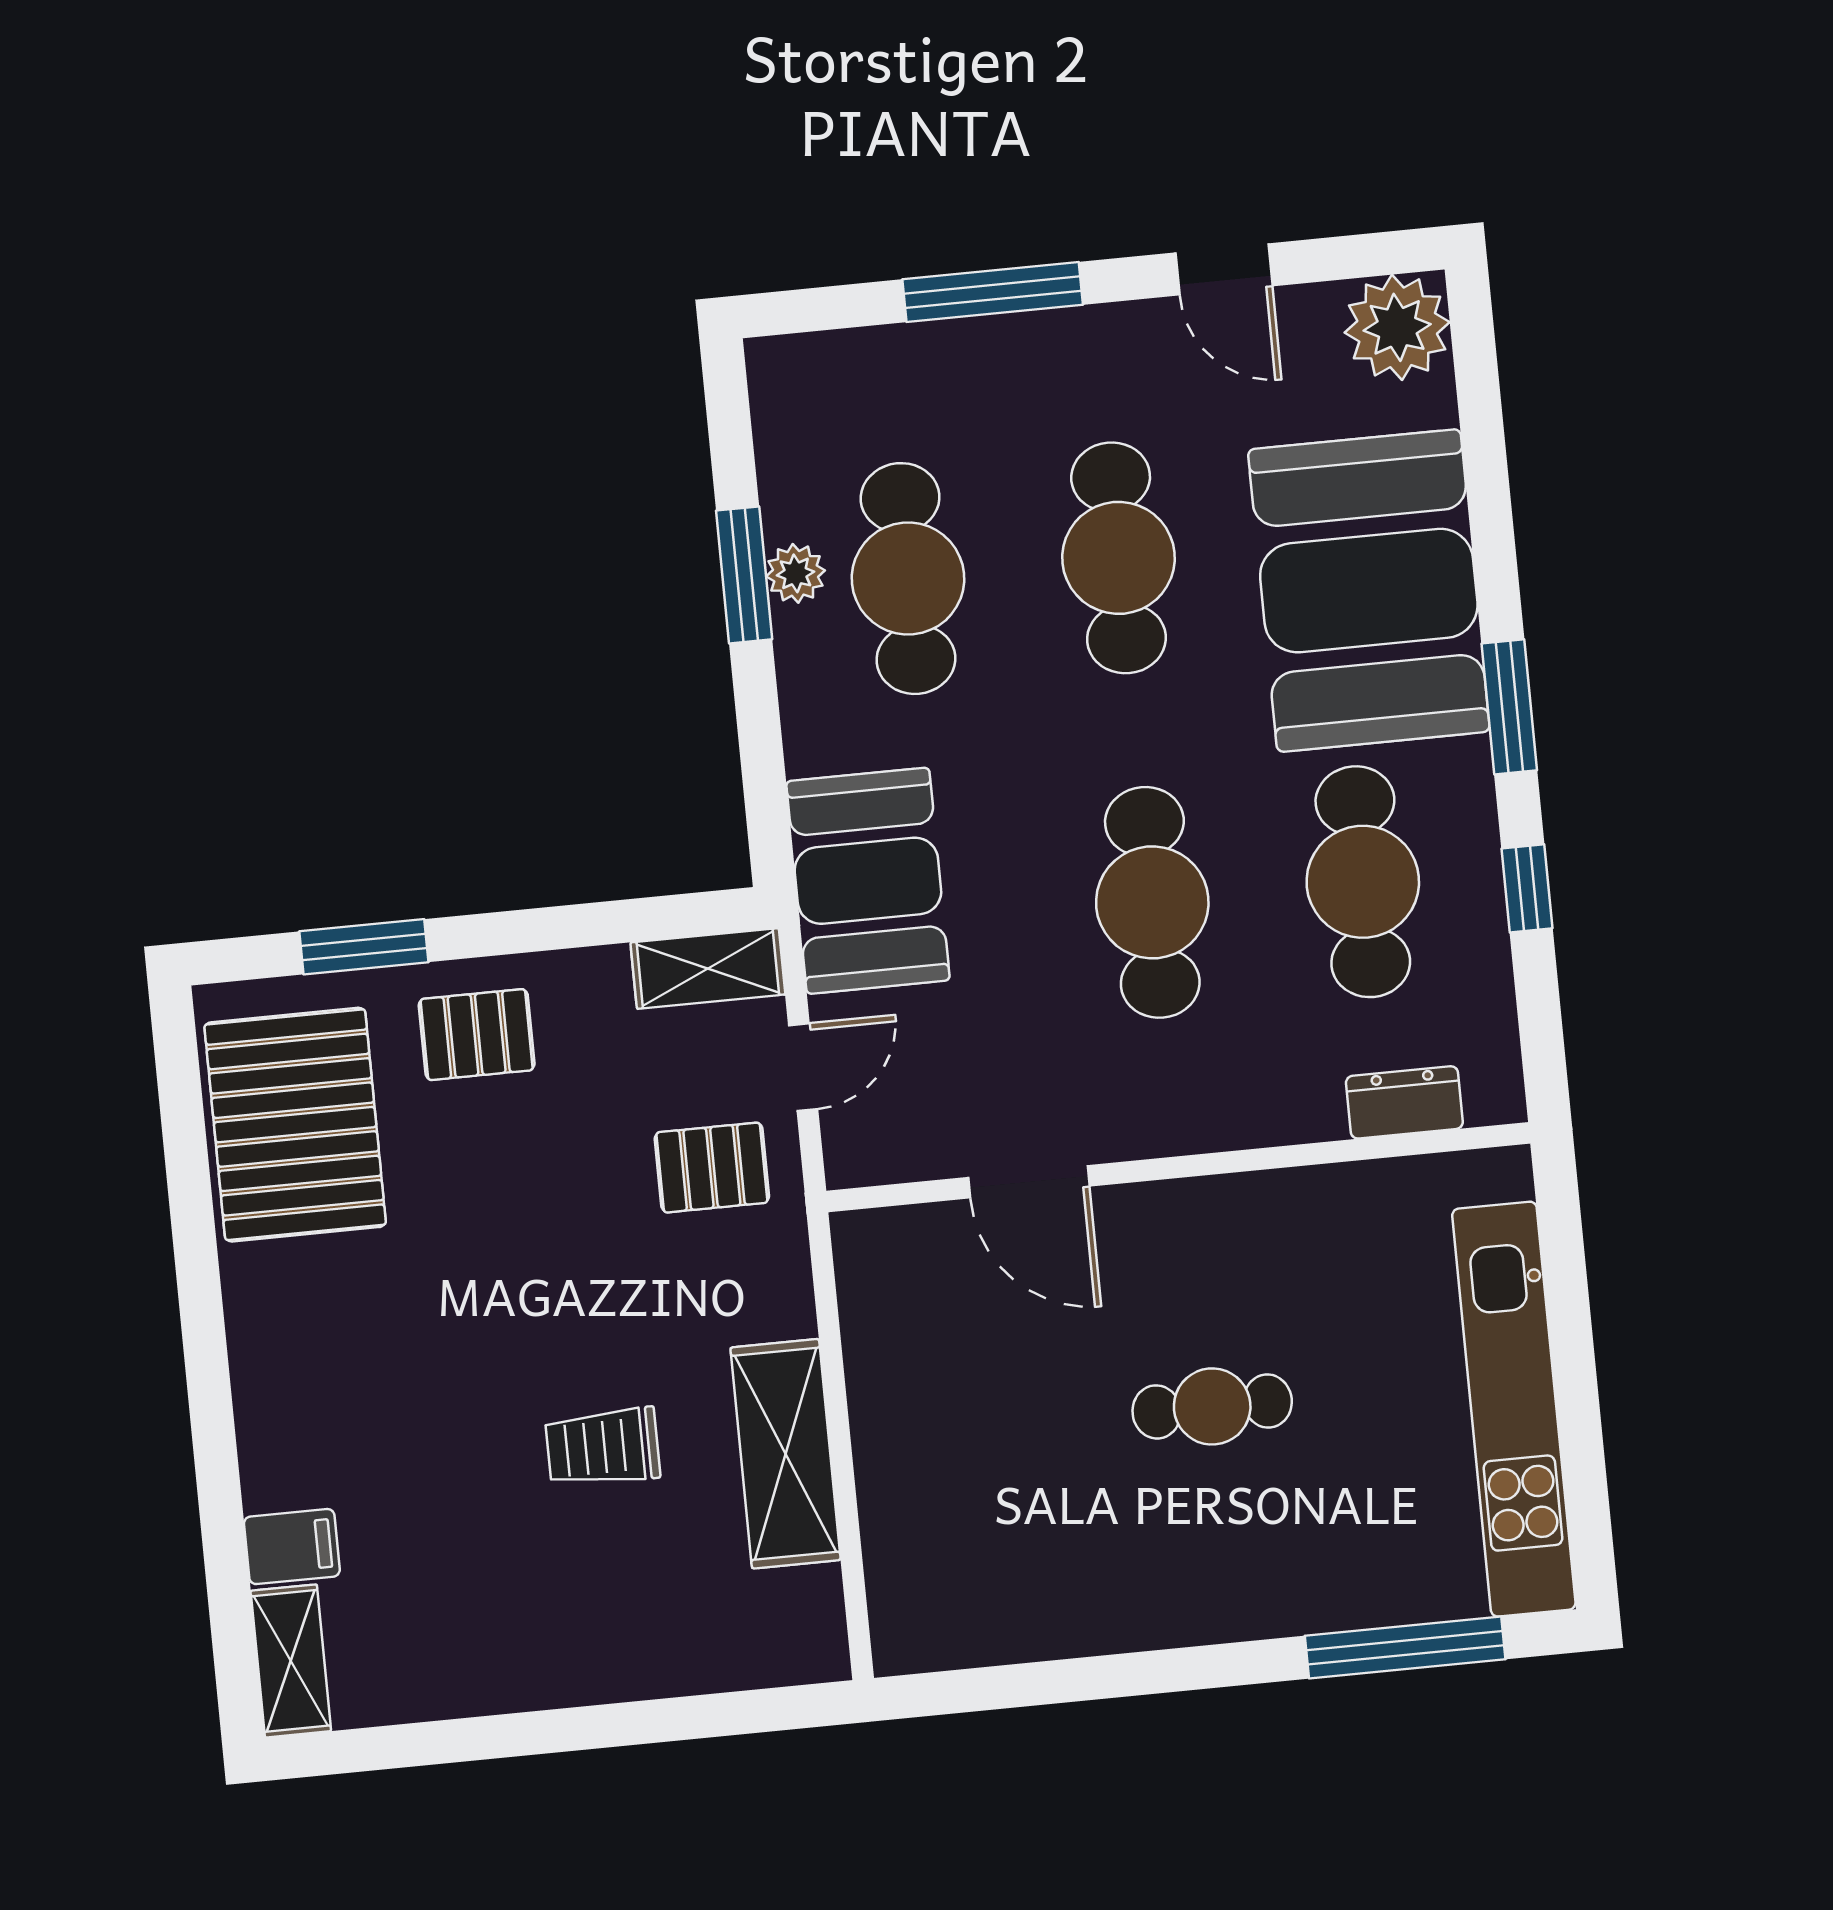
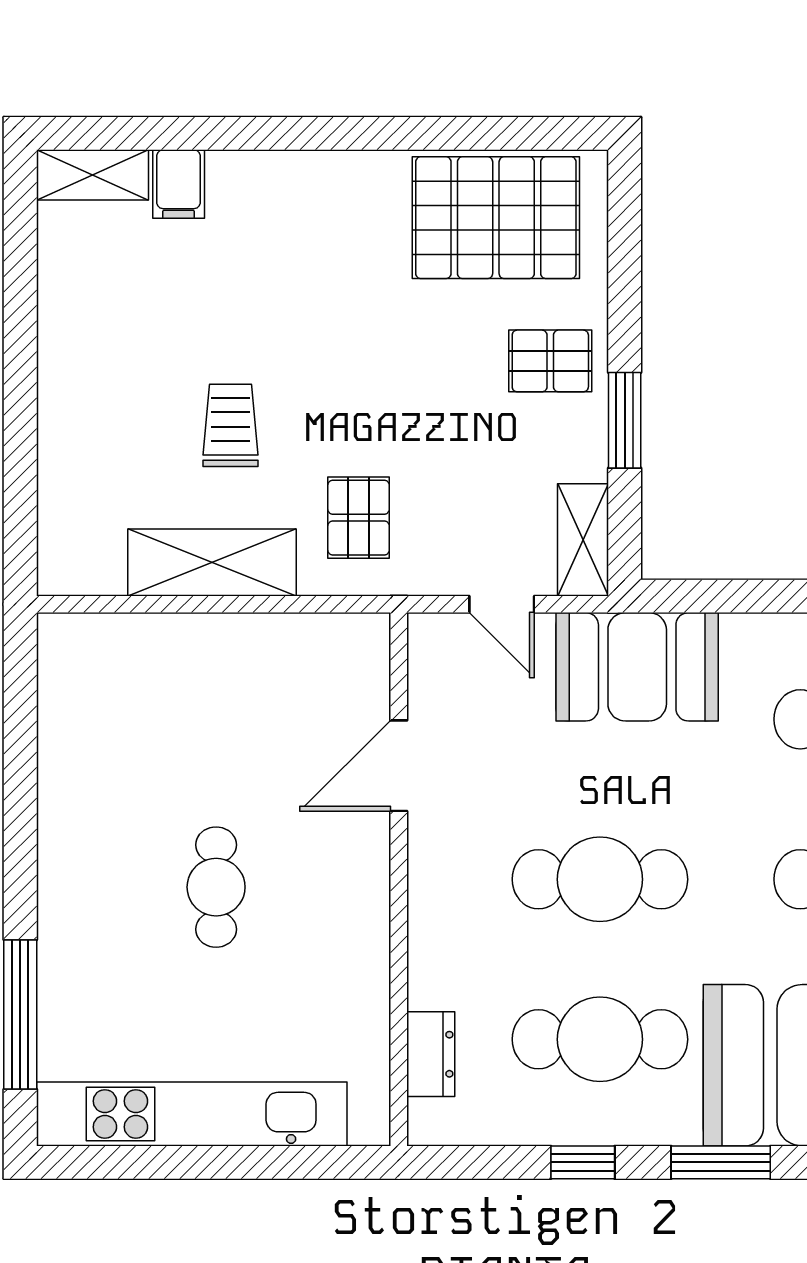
window: (364, 947) -> (625, 420), moved
pallet: (477, 1035) -> (550, 361), turned 90
pallet: (712, 1168) -> (359, 518), moved

